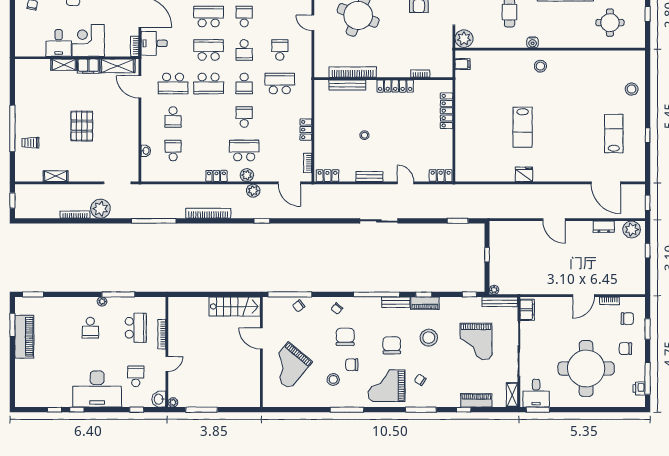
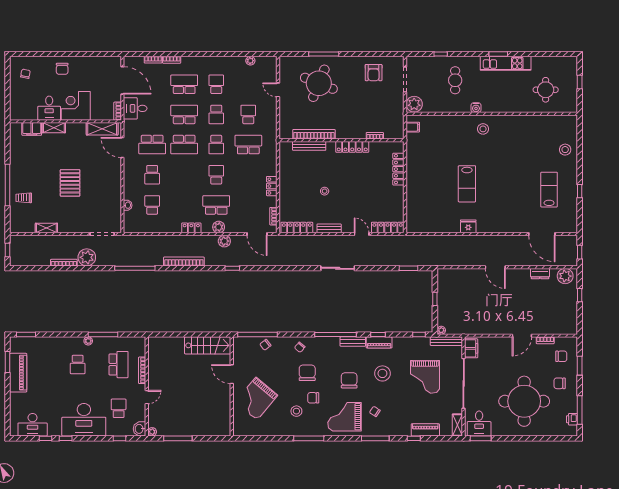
filing cabinet: (88, 66) -> (32, 129), moved
locker: (327, 176) -> (297, 228), width x1.53
locker: (441, 176) -> (388, 227), width x1.53
desk: (40, 395) -> (33, 425), added

